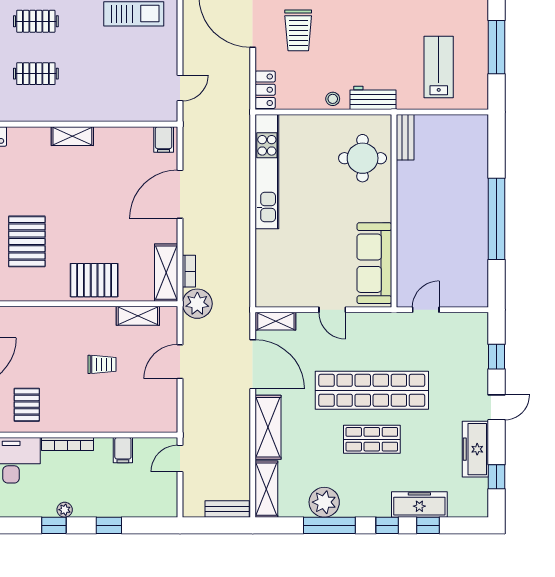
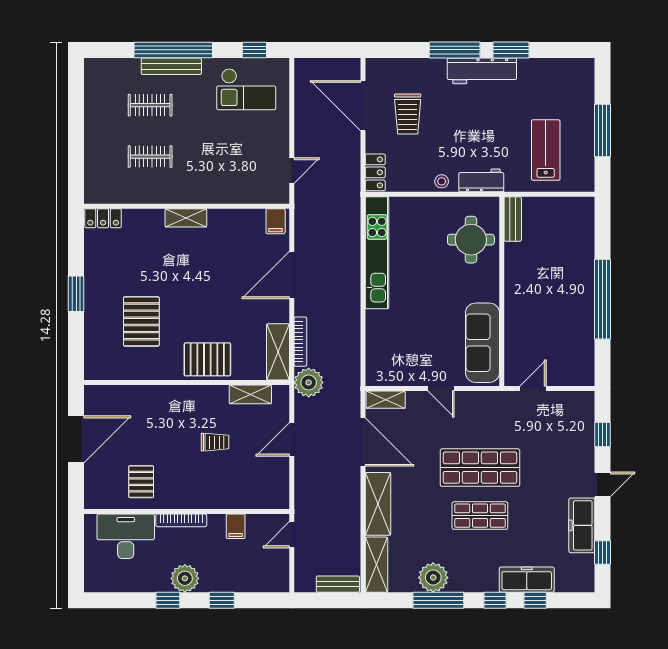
bookcase: (189, 271) -> (300, 342), width x1.56
shop shelf: (372, 390) -> (480, 468), width x0.71
plant: (65, 510) -> (185, 578), width x1.88, depth x1.88

